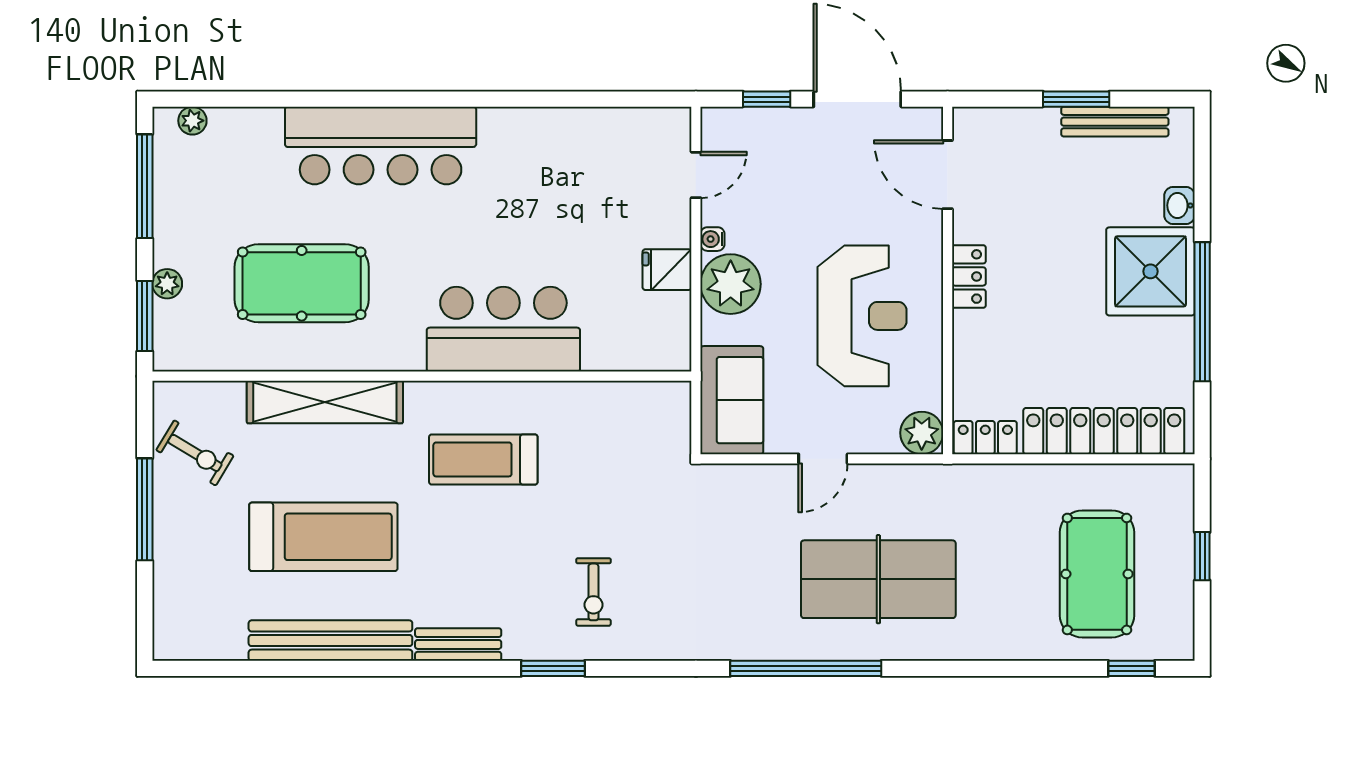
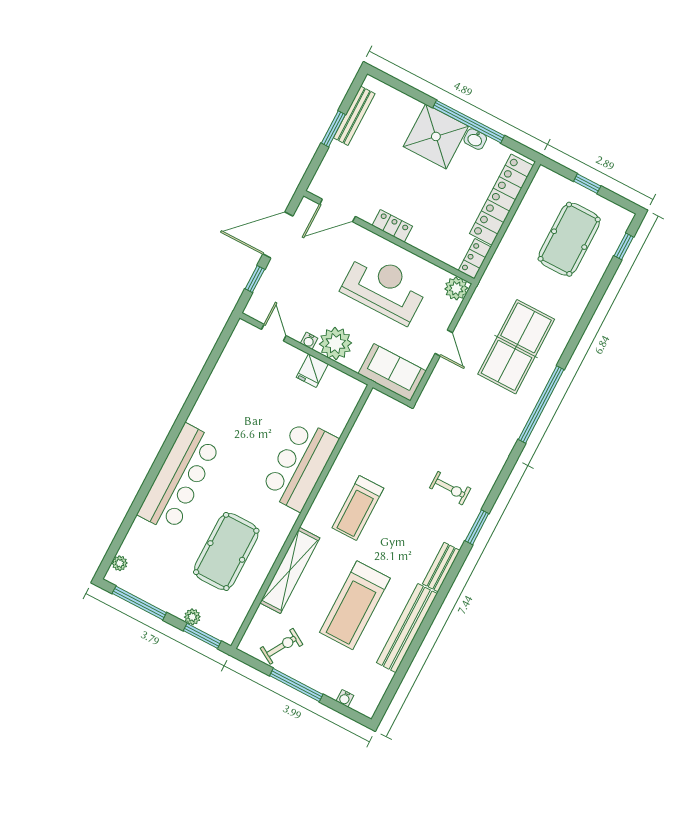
washbasin: (1180, 205) -> (475, 139), moved
treadmill: (323, 537) -> (355, 605), turned 180
pool table: (1097, 574) -> (569, 239), turned 90
water cooler: (164, 599) -> (345, 698), added

